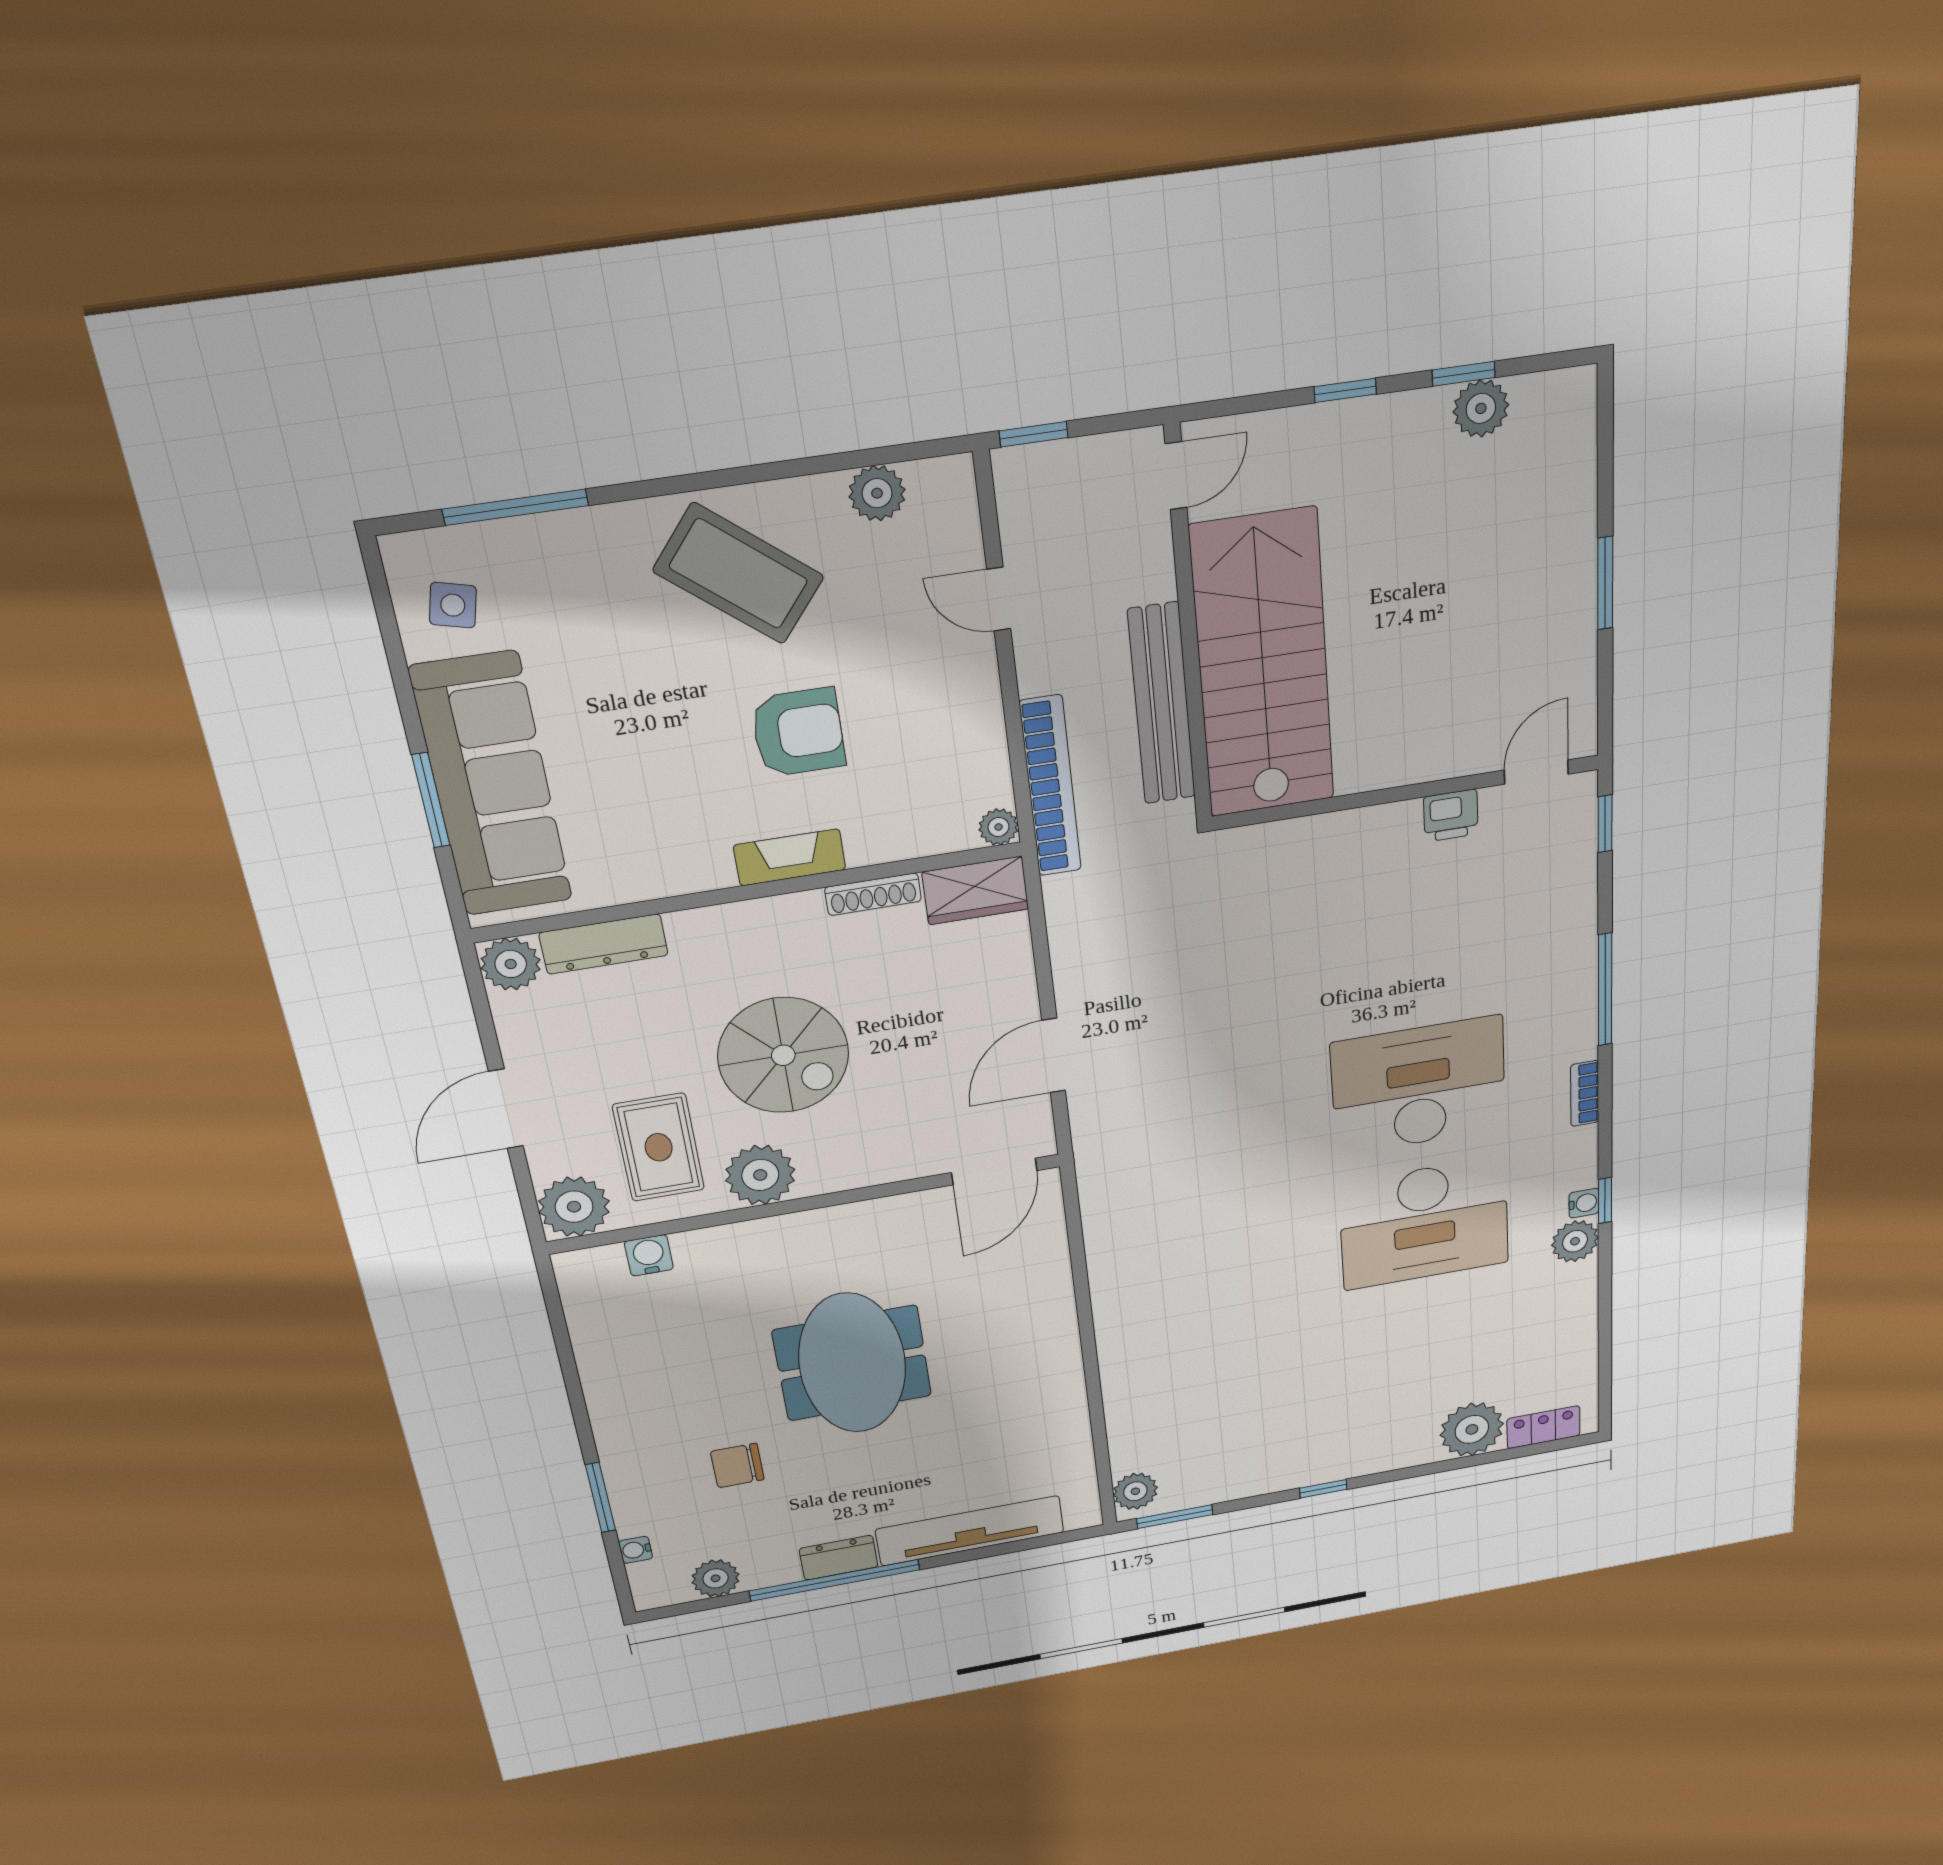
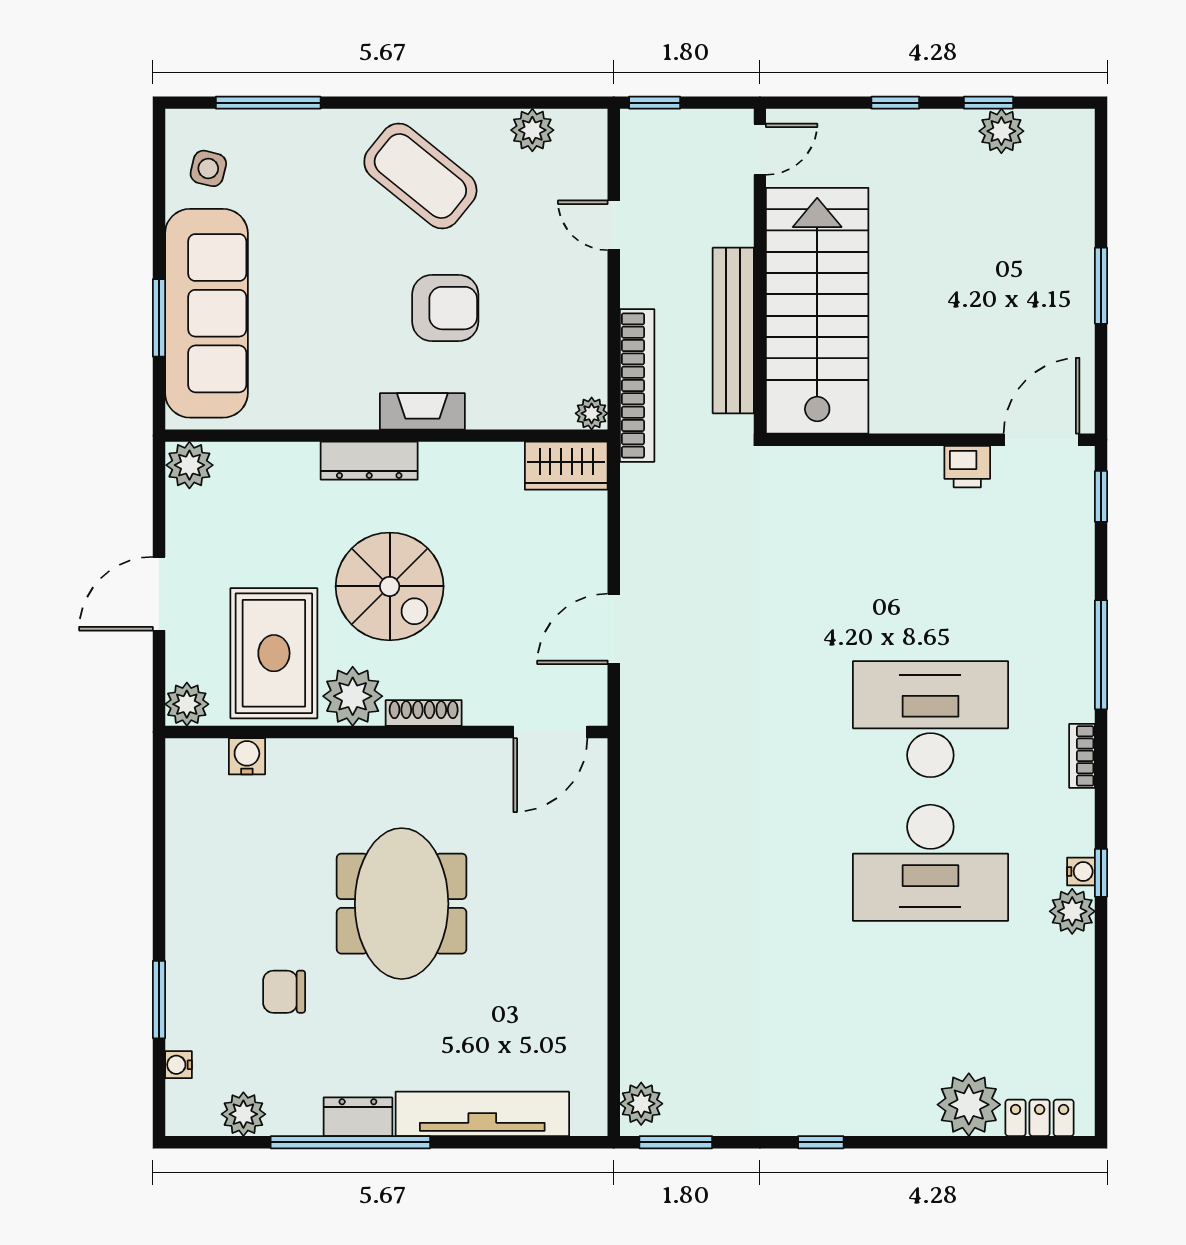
door: (1536, 772) -> (1042, 440), width x1.38
shoe rack: (873, 894) -> (424, 713), moved, turned 180
dresser: (604, 944) -> (369, 461), moved
rug: (659, 1147) -> (274, 653), width x1.36, depth x1.43
plant: (574, 1207) -> (187, 704), width x0.73, depth x0.73

